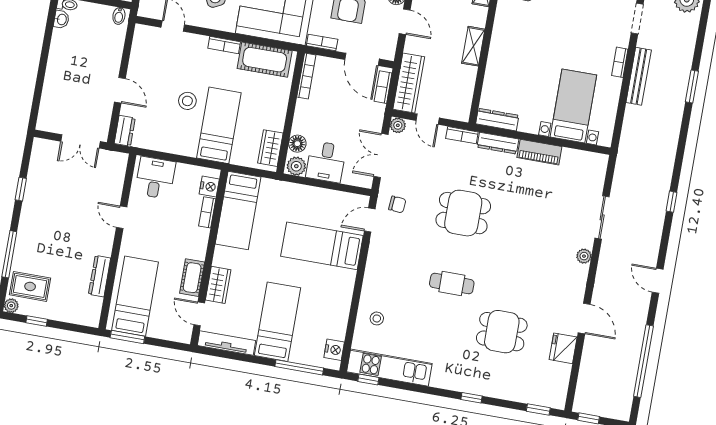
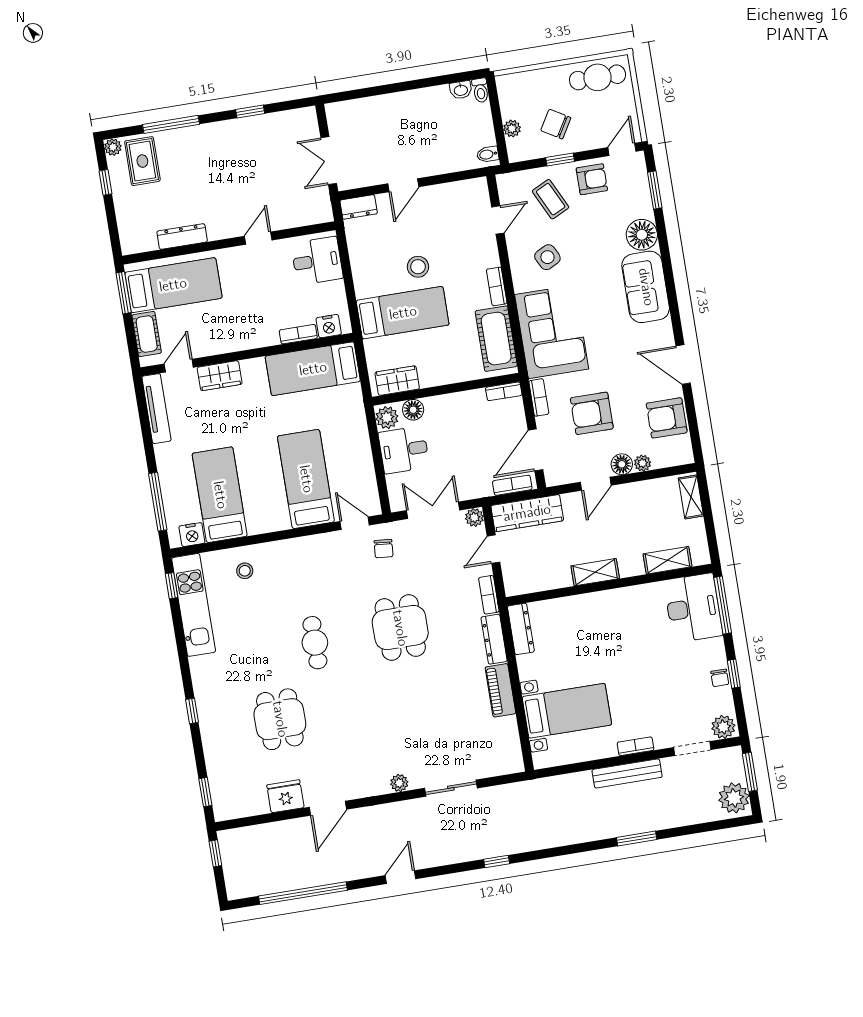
bookcase: (306, 76) -> (504, 391), width x0.64
cot: (192, 278) -> (147, 334), moved, turned 90
bed: (278, 322) -> (220, 495), moved, turned -90

